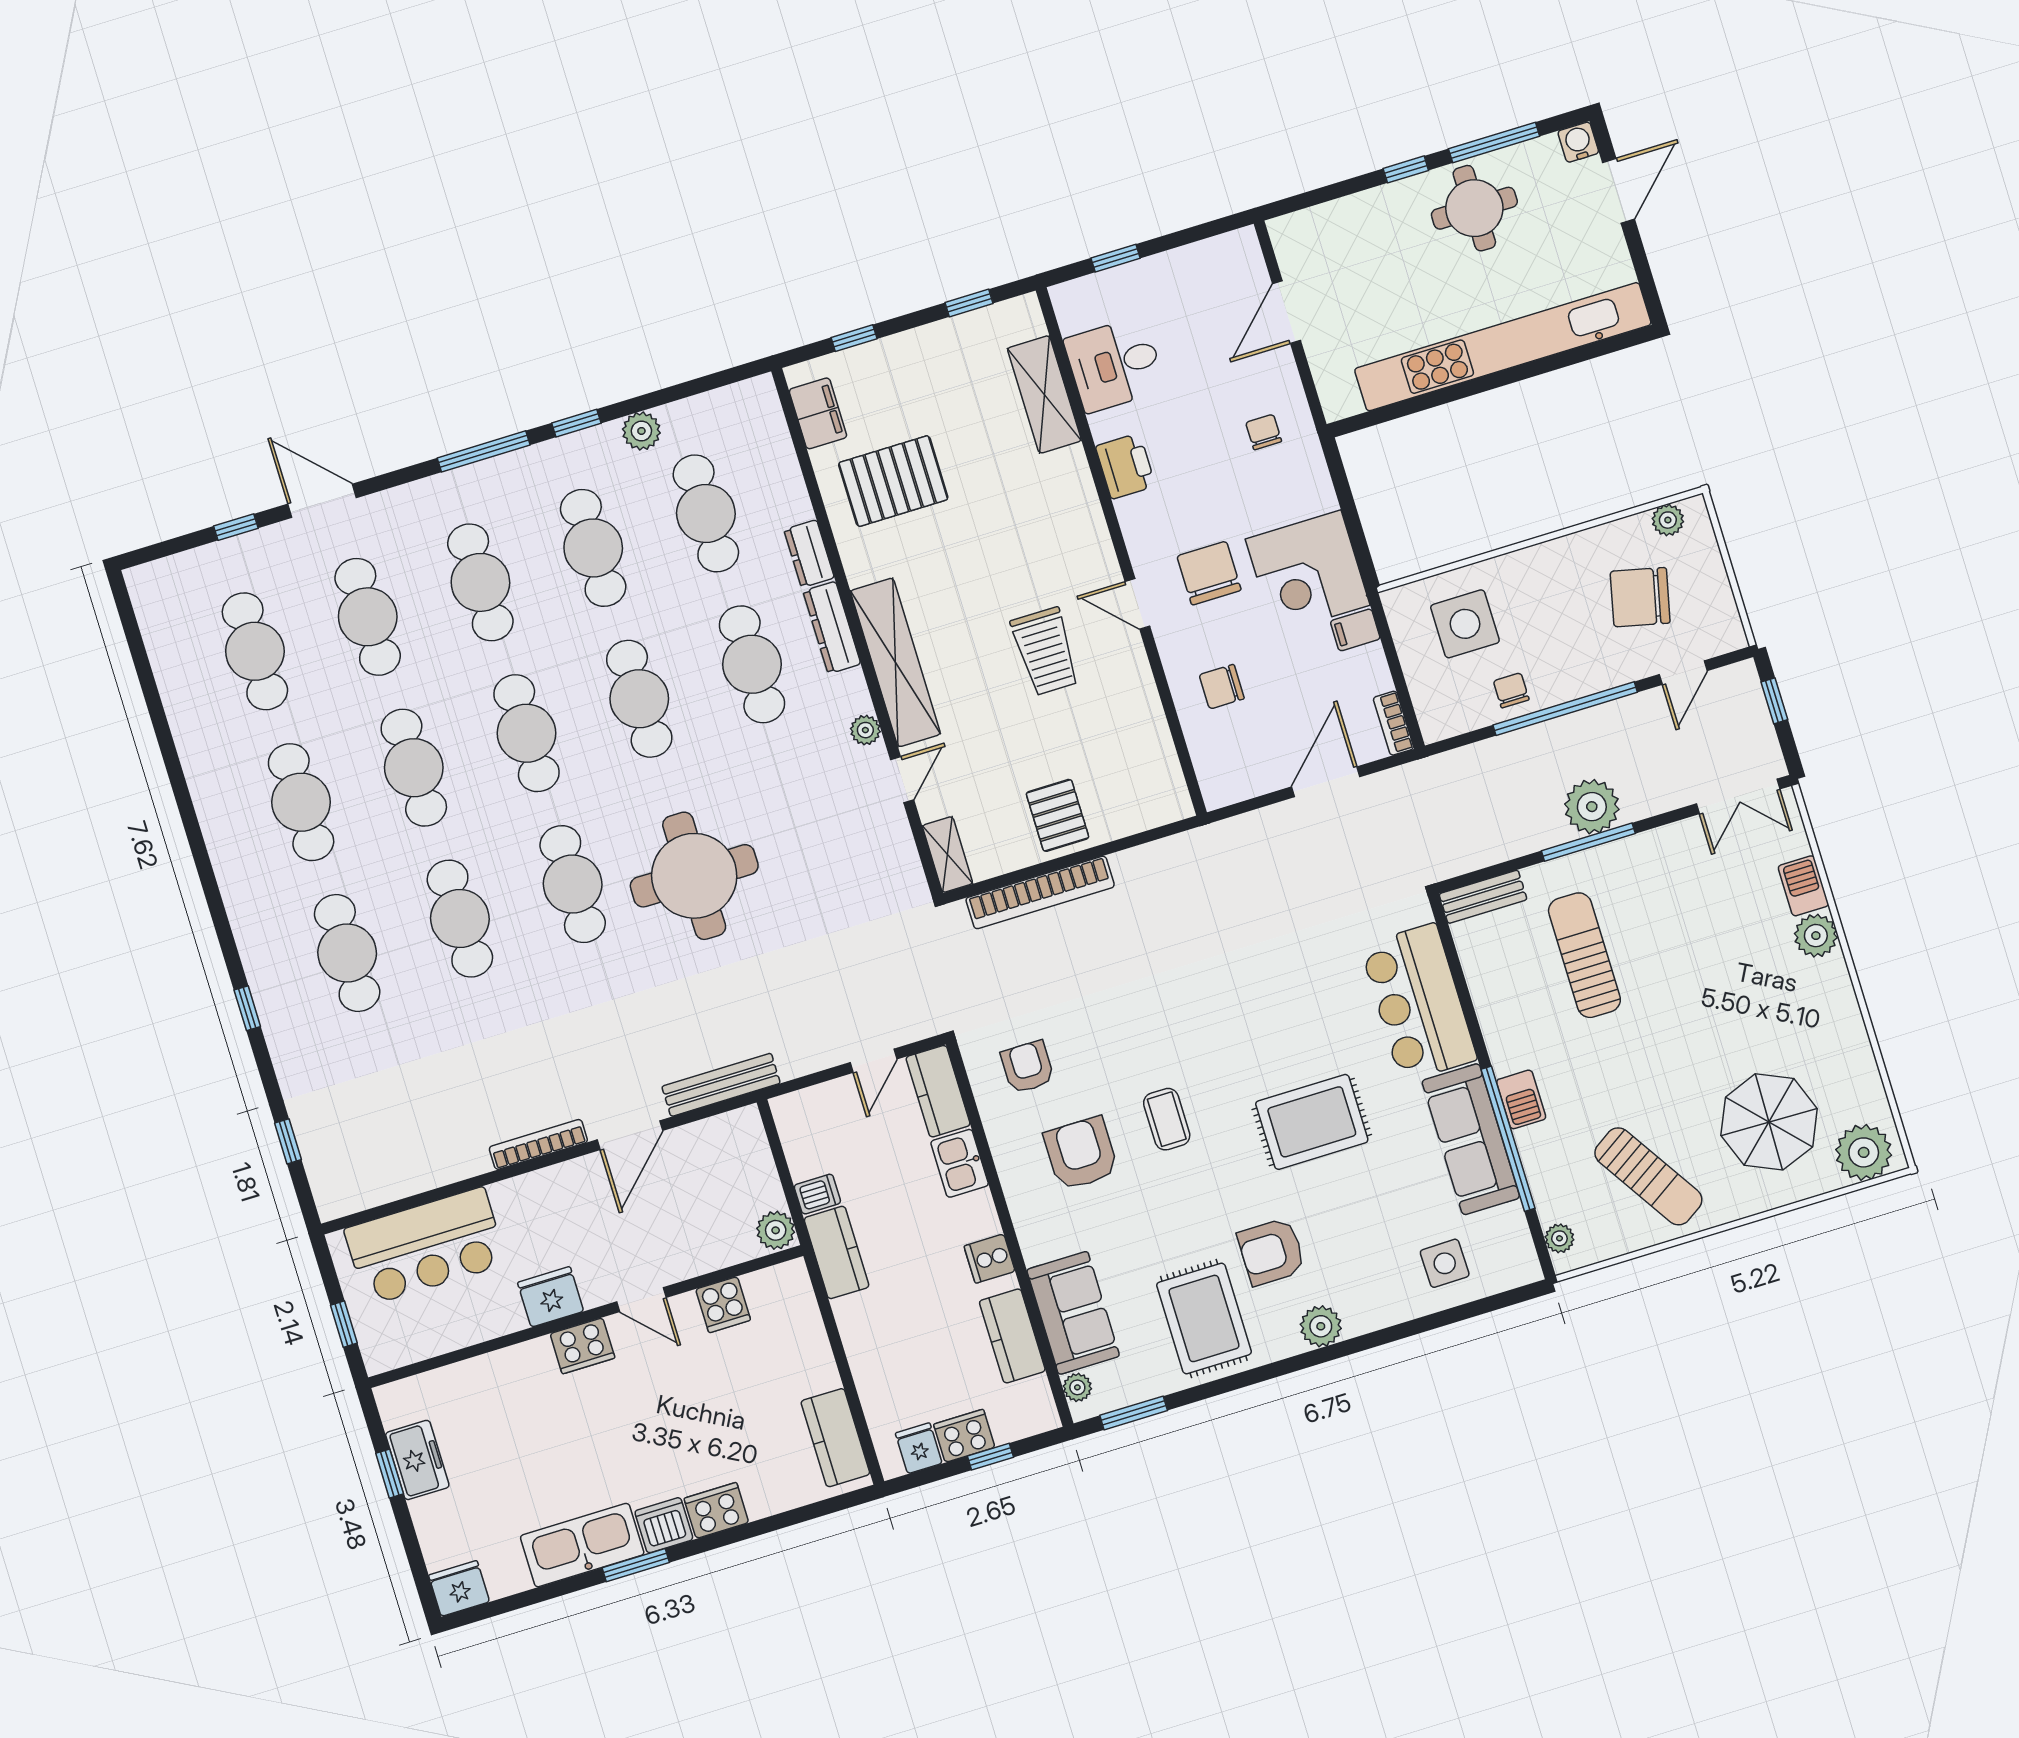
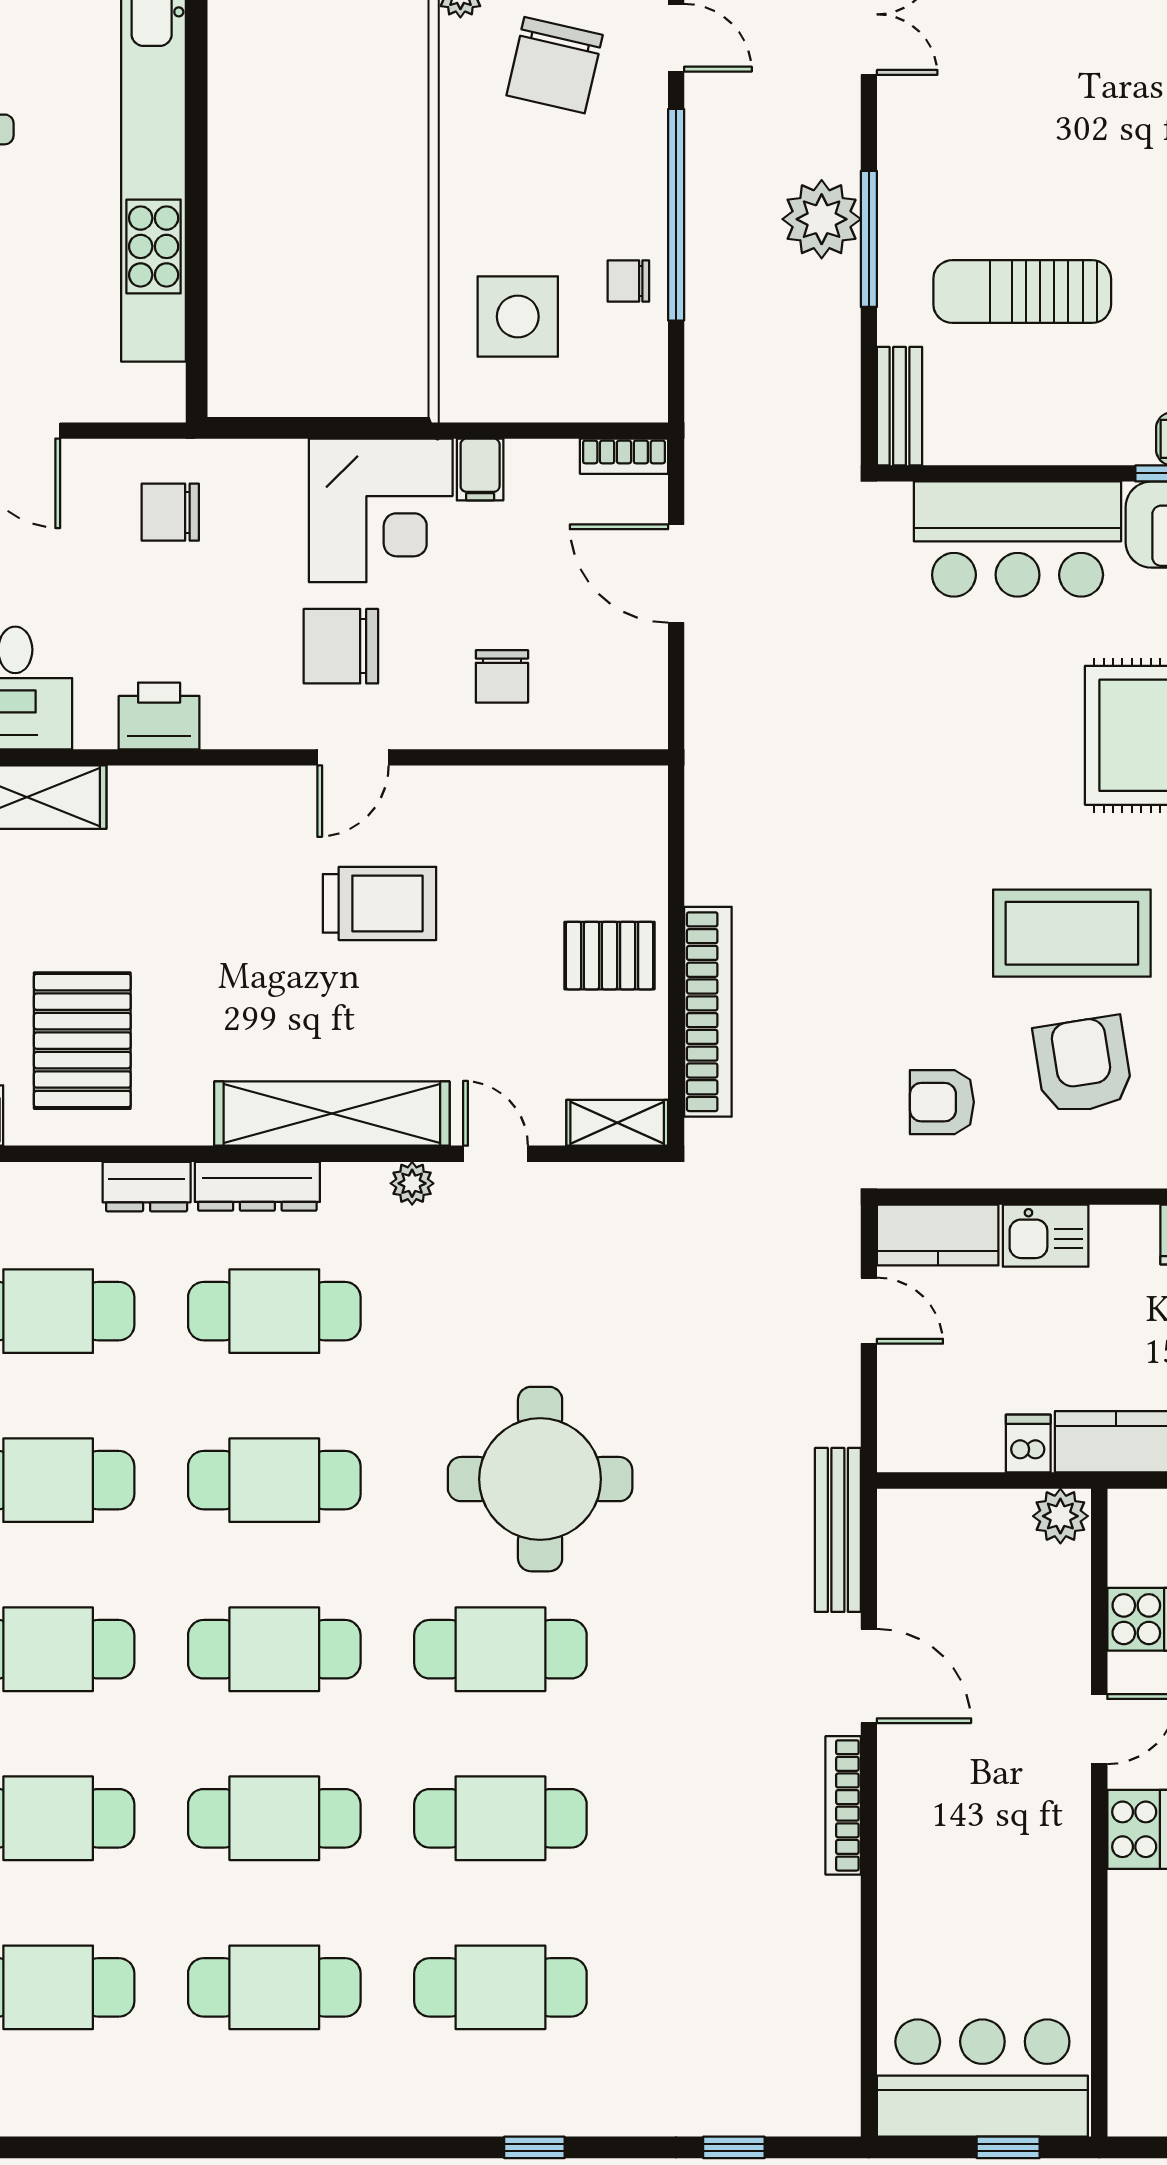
chair: (1264, 432) -> (170, 512), width x1.37, depth x1.37
coffee table: (1167, 1119) -> (1072, 933), width x1.86, depth x1.72
armchair: (1081, 1153) -> (1083, 1065), turned 81
bar counter: (425, 1246) -> (982, 2078), moved, turned -90
fridge: (551, 1297) -> (1057, 1852), removed

